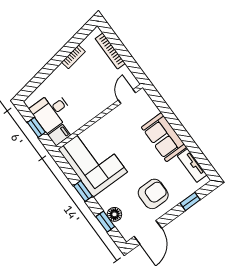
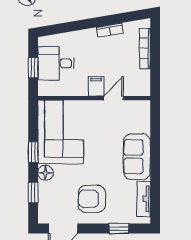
door: (127, 96) -> (113, 98), moved
filing cabinet: (59, 135) -> (96, 86), moved, turned -90
armchair: (153, 194) -> (92, 199), turned 180
floor lamp: (114, 214) -> (46, 173), moved

